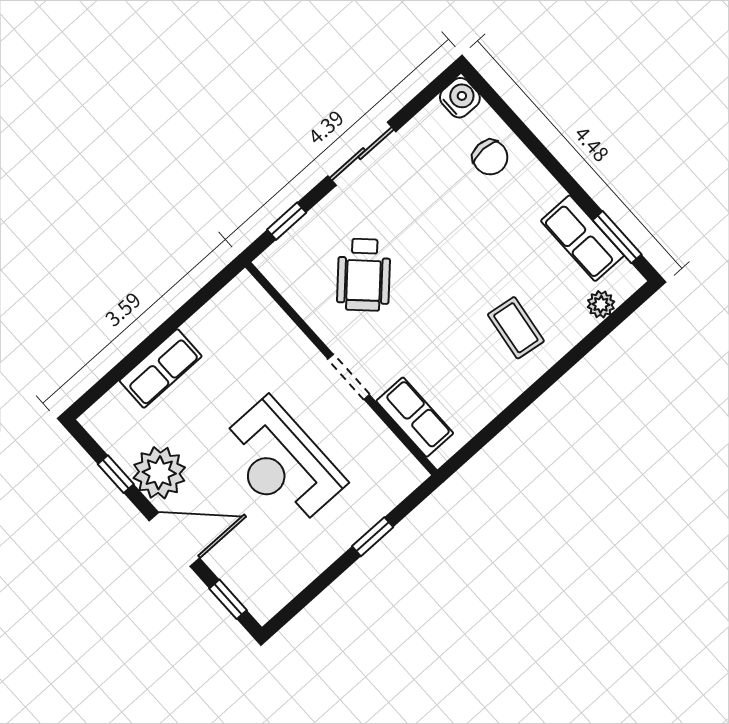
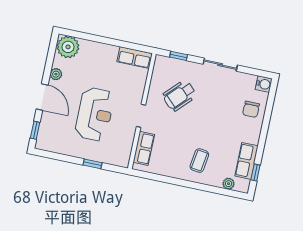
window: (617, 237) -> (255, 172), width x0.67
row of seats: (161, 368) -> (135, 58), moved
plant: (115, 420) -> (68, 47), added
reception desk: (281, 463) -> (95, 114), turned 180
plant: (159, 473) -> (56, 74), width x0.53, depth x0.53
window: (116, 474) -> (50, 61), removed

